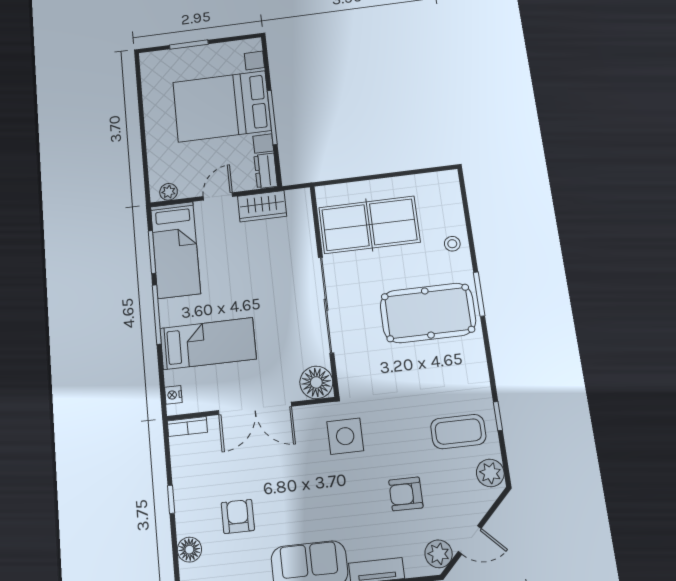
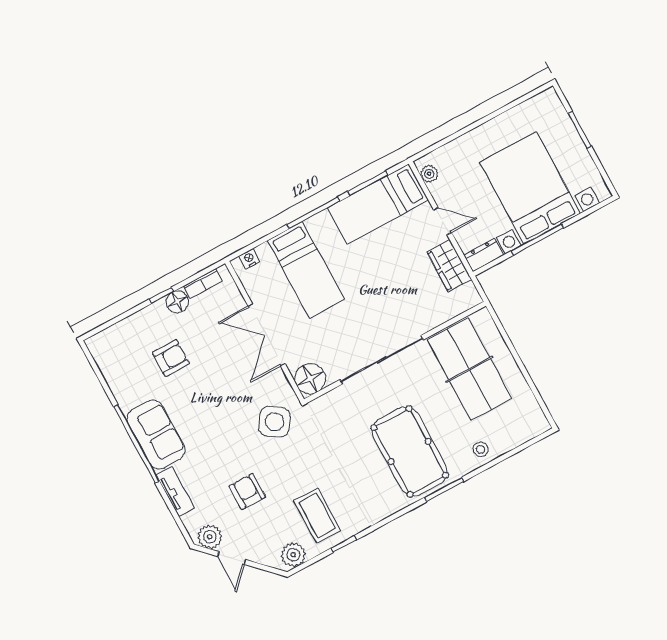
bookcase: (187, 427) -> (203, 284), moved, turned -90
side table: (345, 436) -> (274, 422), turned 33
floor lamp: (189, 550) -> (177, 302), moved

